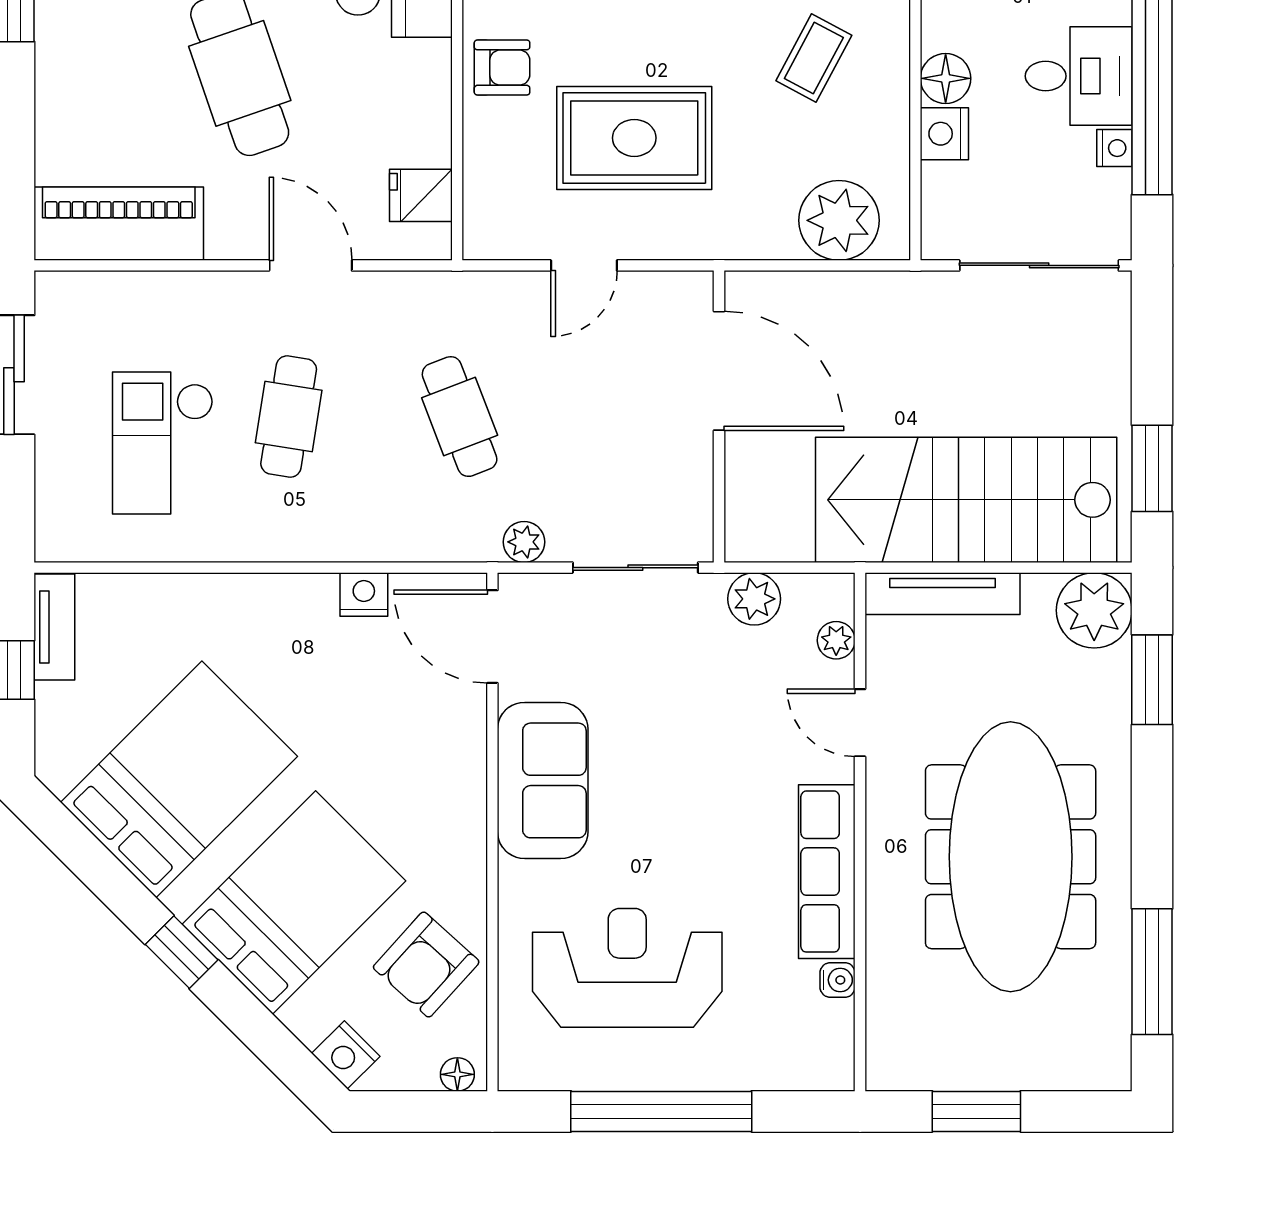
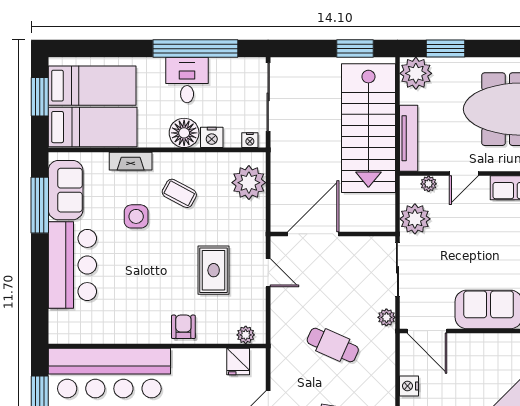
floor lamp: (946, 78) -> (184, 133), width x1.38, depth x1.38
rug: (634, 138) -> (214, 270), width x0.73, depth x0.70
nightstand: (1114, 148) -> (250, 140), moved, turned 180
plant: (483, 213) -> (246, 335), added
door: (584, 265) -> (268, 273), moved
cafe table: (460, 417) -> (333, 345), turned 45
plant: (754, 599) -> (415, 219), width x1.36, depth x1.36
door: (492, 637) -> (427, 331), hinge flipped

